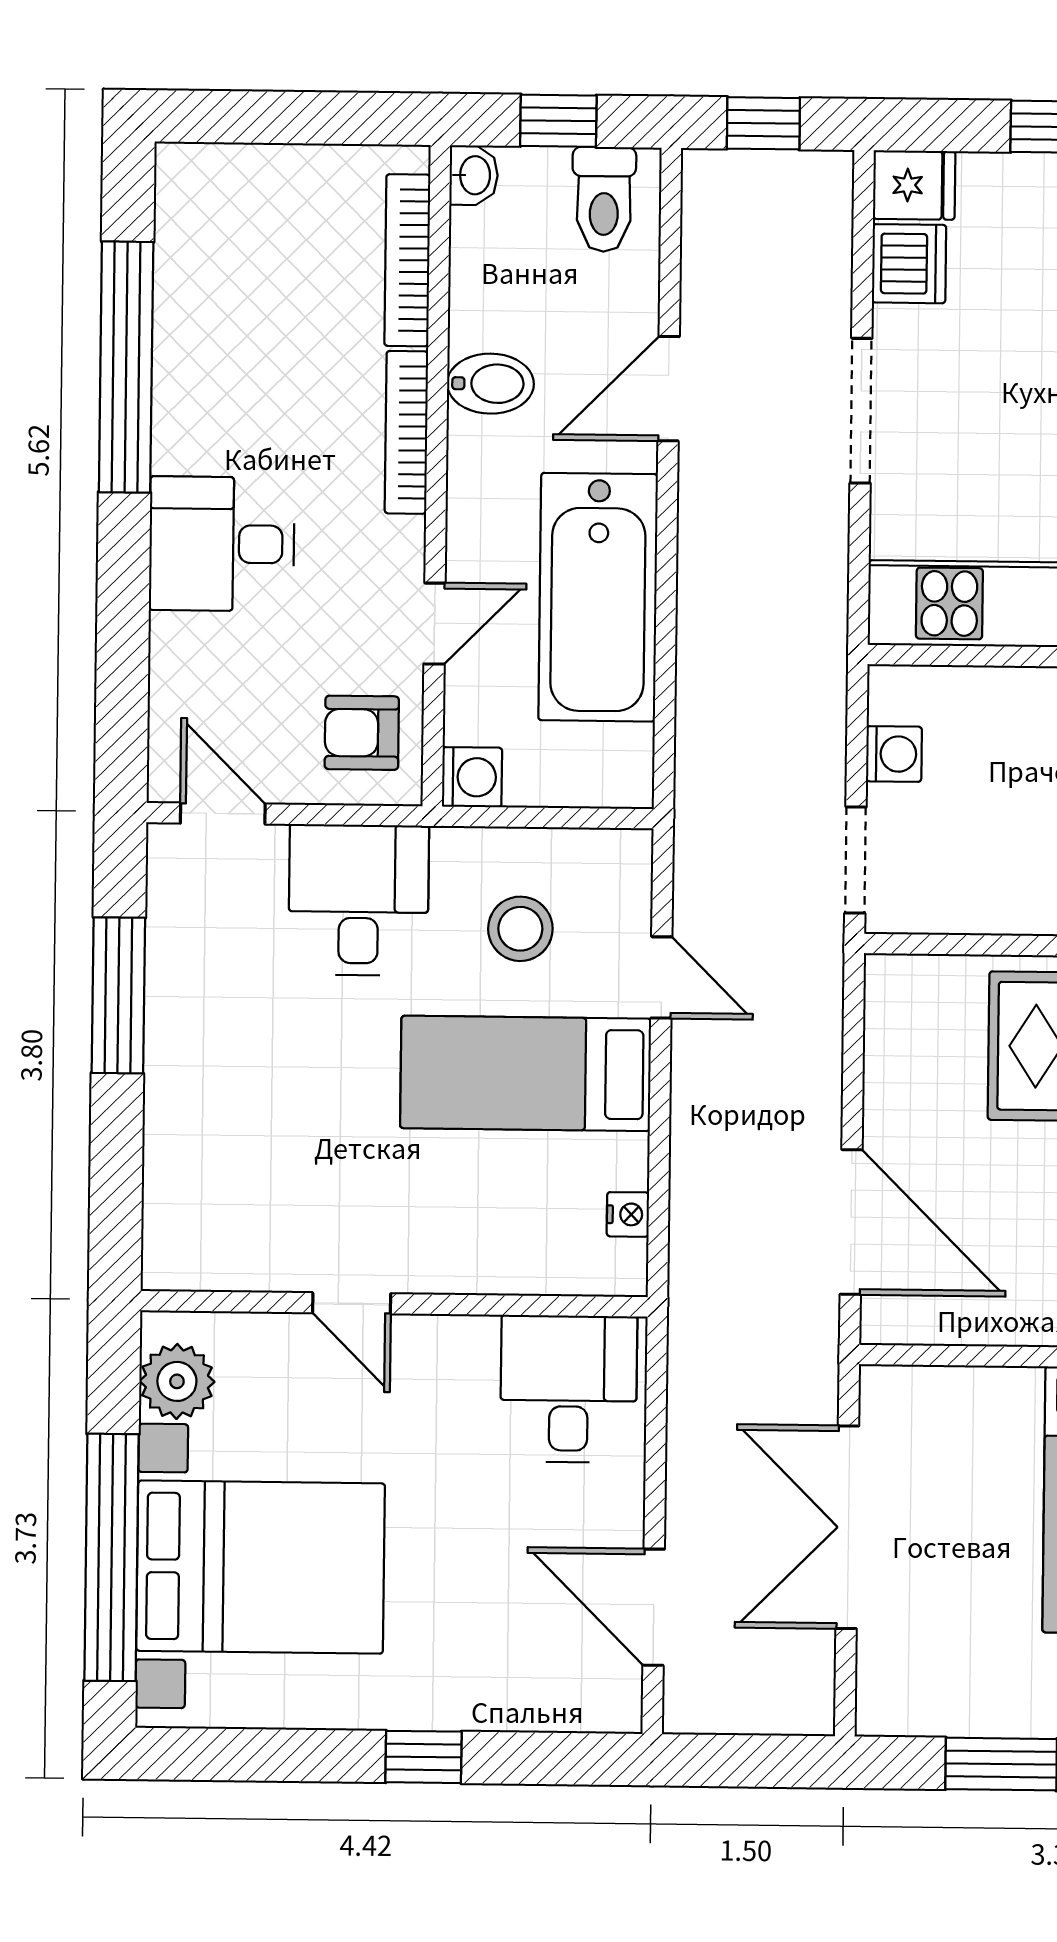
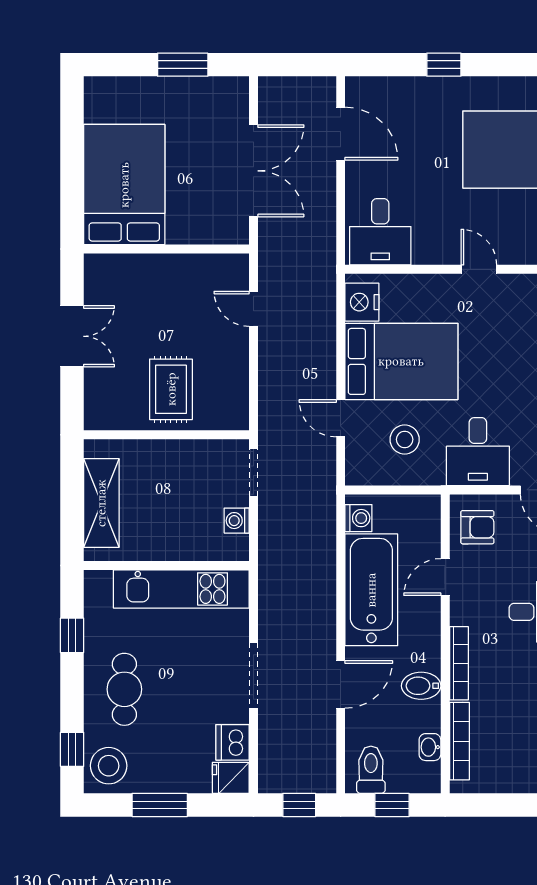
washbasin: (474, 175) -> (430, 747), moved
washing machine: (472, 777) -> (358, 518), moved, turned 180
bed: (526, 1073) -> (401, 361), width x1.50
nightstand: (628, 1214) -> (362, 302), width x1.89, depth x1.79
door: (851, 1222) -> (254, 309), width x0.53

